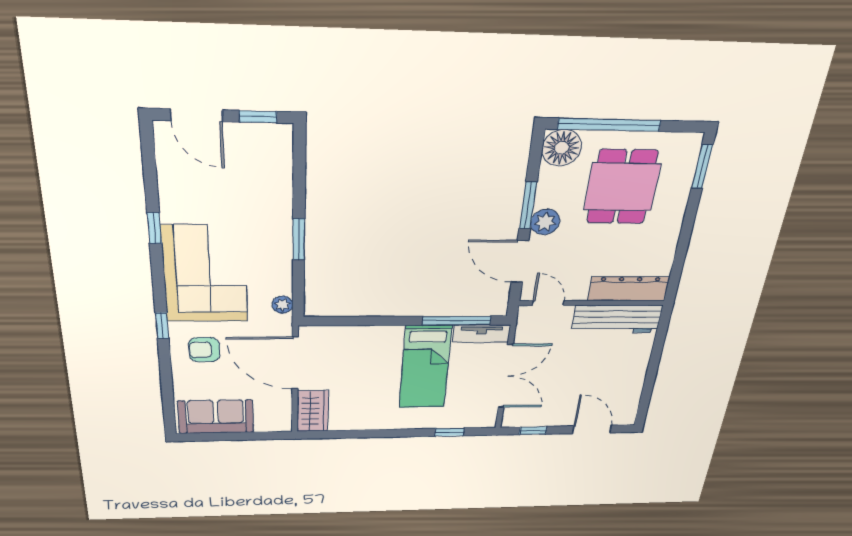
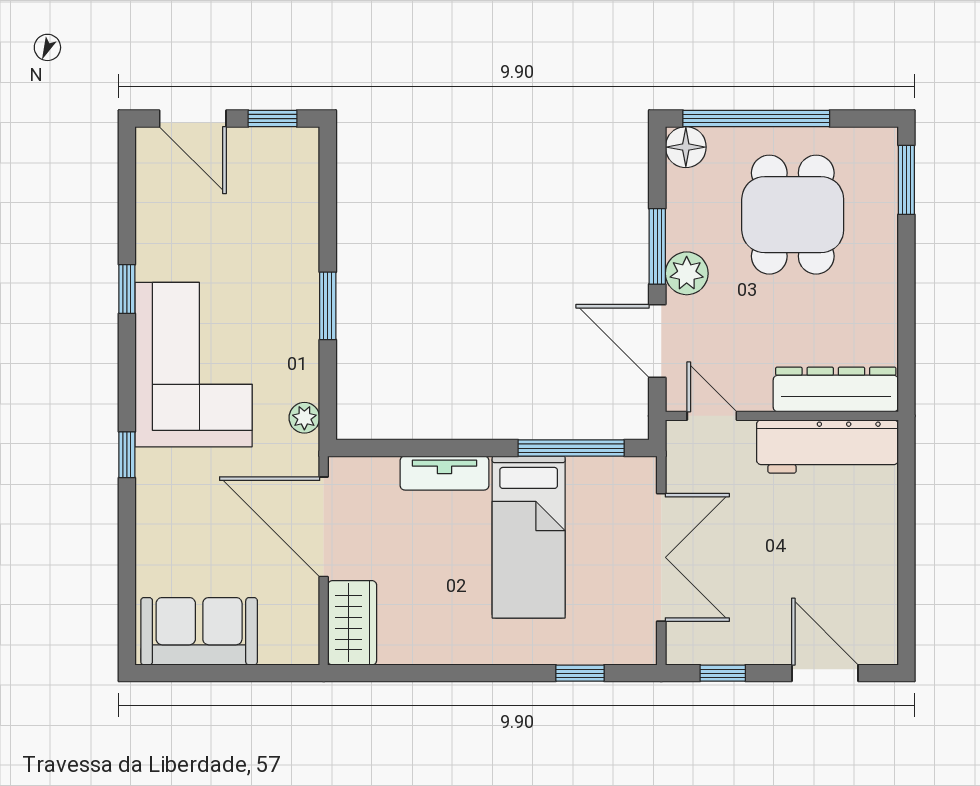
floor lamp: (562, 148) -> (686, 147), width x0.73, depth x0.73
tv unit: (482, 334) -> (444, 473), moved
armchair: (204, 350) -> (187, 500), removed

